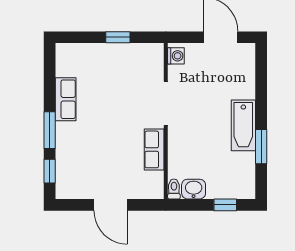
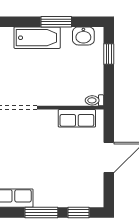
row of seats: (154, 149) -> (77, 118), moved
washbasin: (194, 189) -> (83, 36), moved, turned -90

